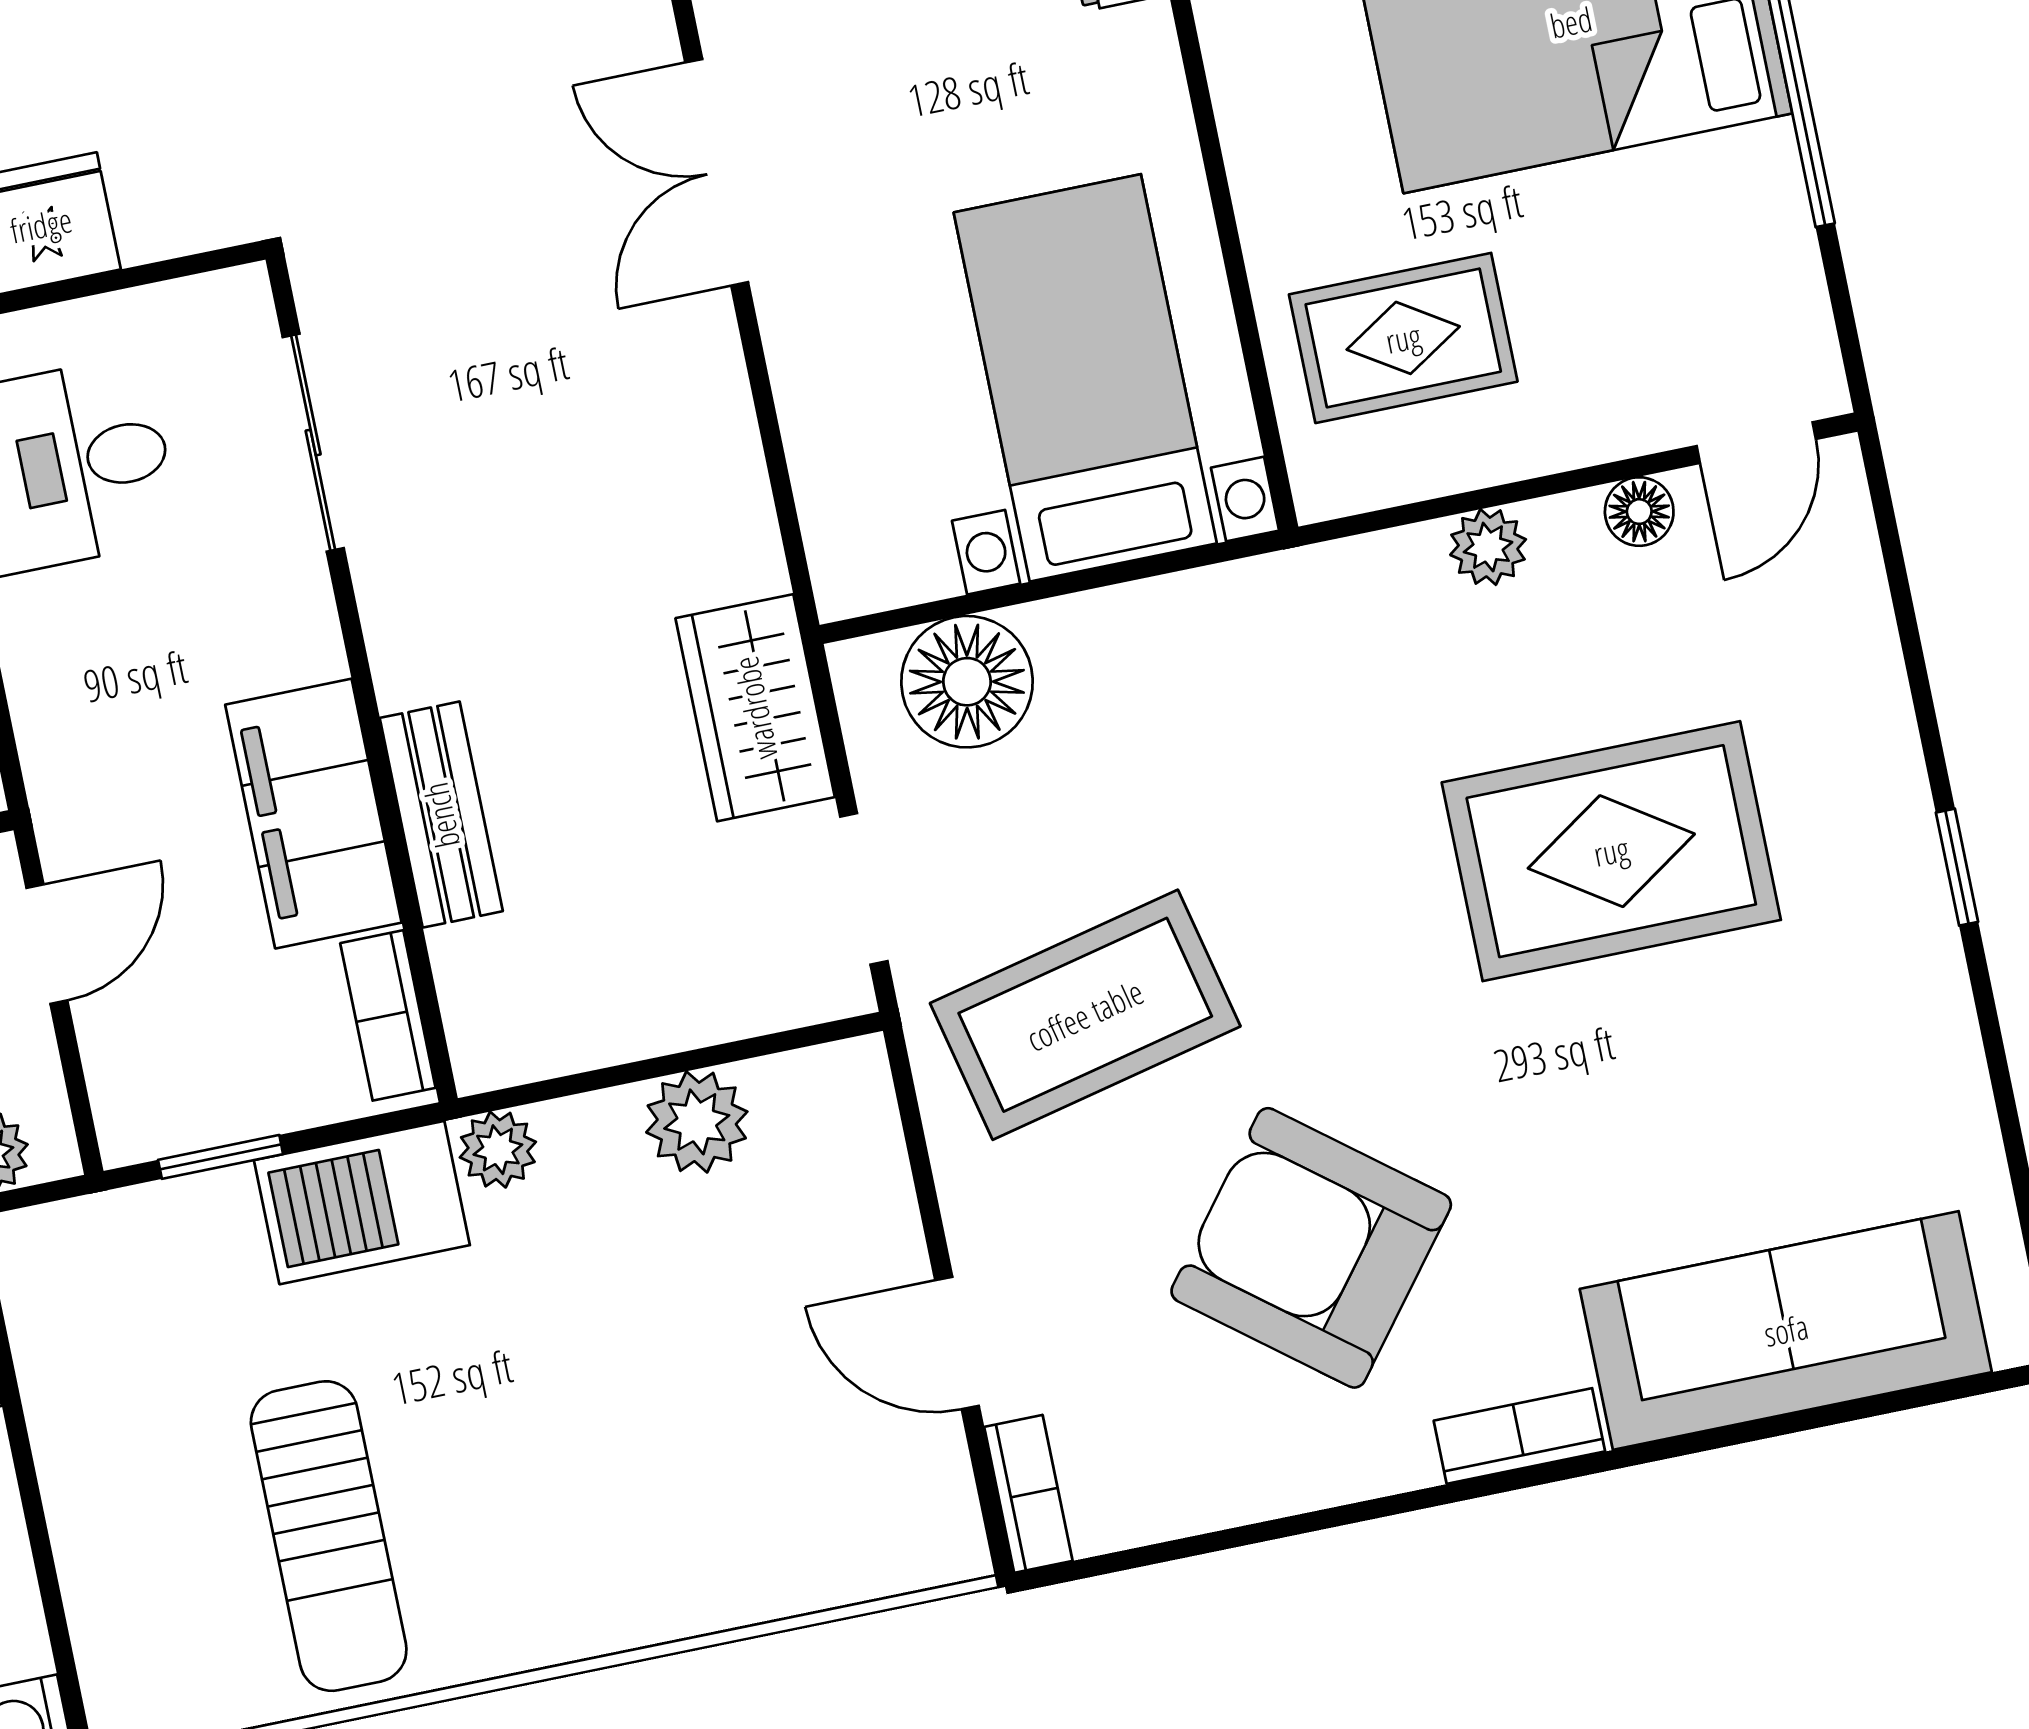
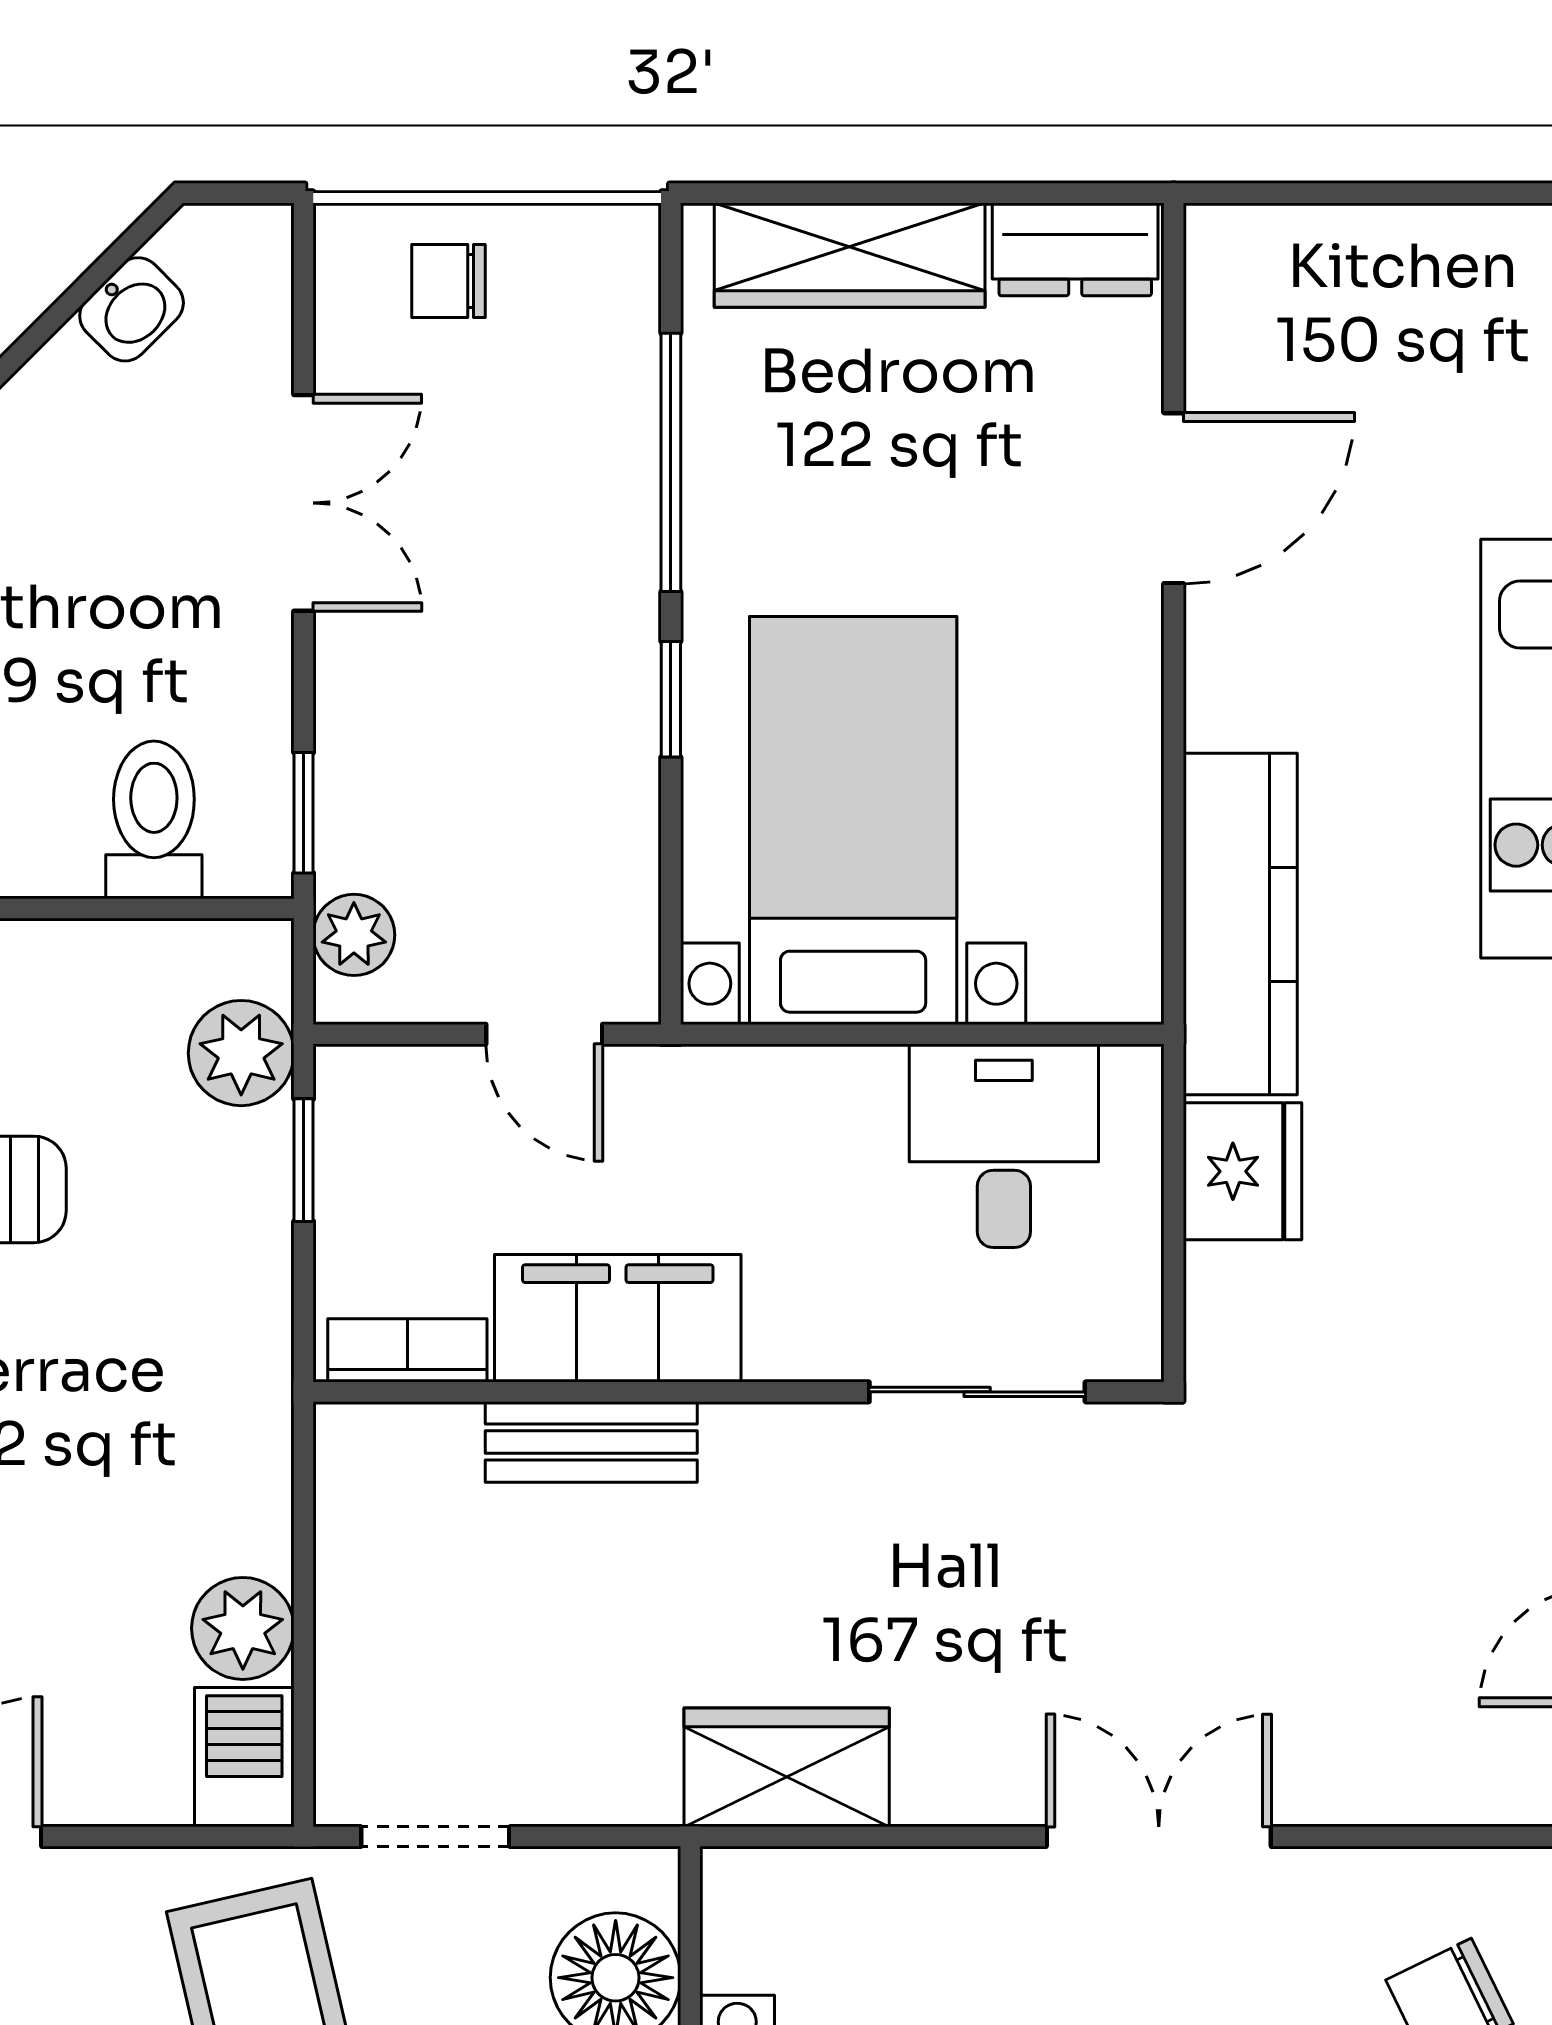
wardrobe: (755, 708) -> (787, 1767), moved
plant: (498, 1150) -> (241, 1053), moved, width x1.38, depth x1.38
barbecue: (362, 1203) -> (244, 1757), moved, width x0.73, depth x0.79

